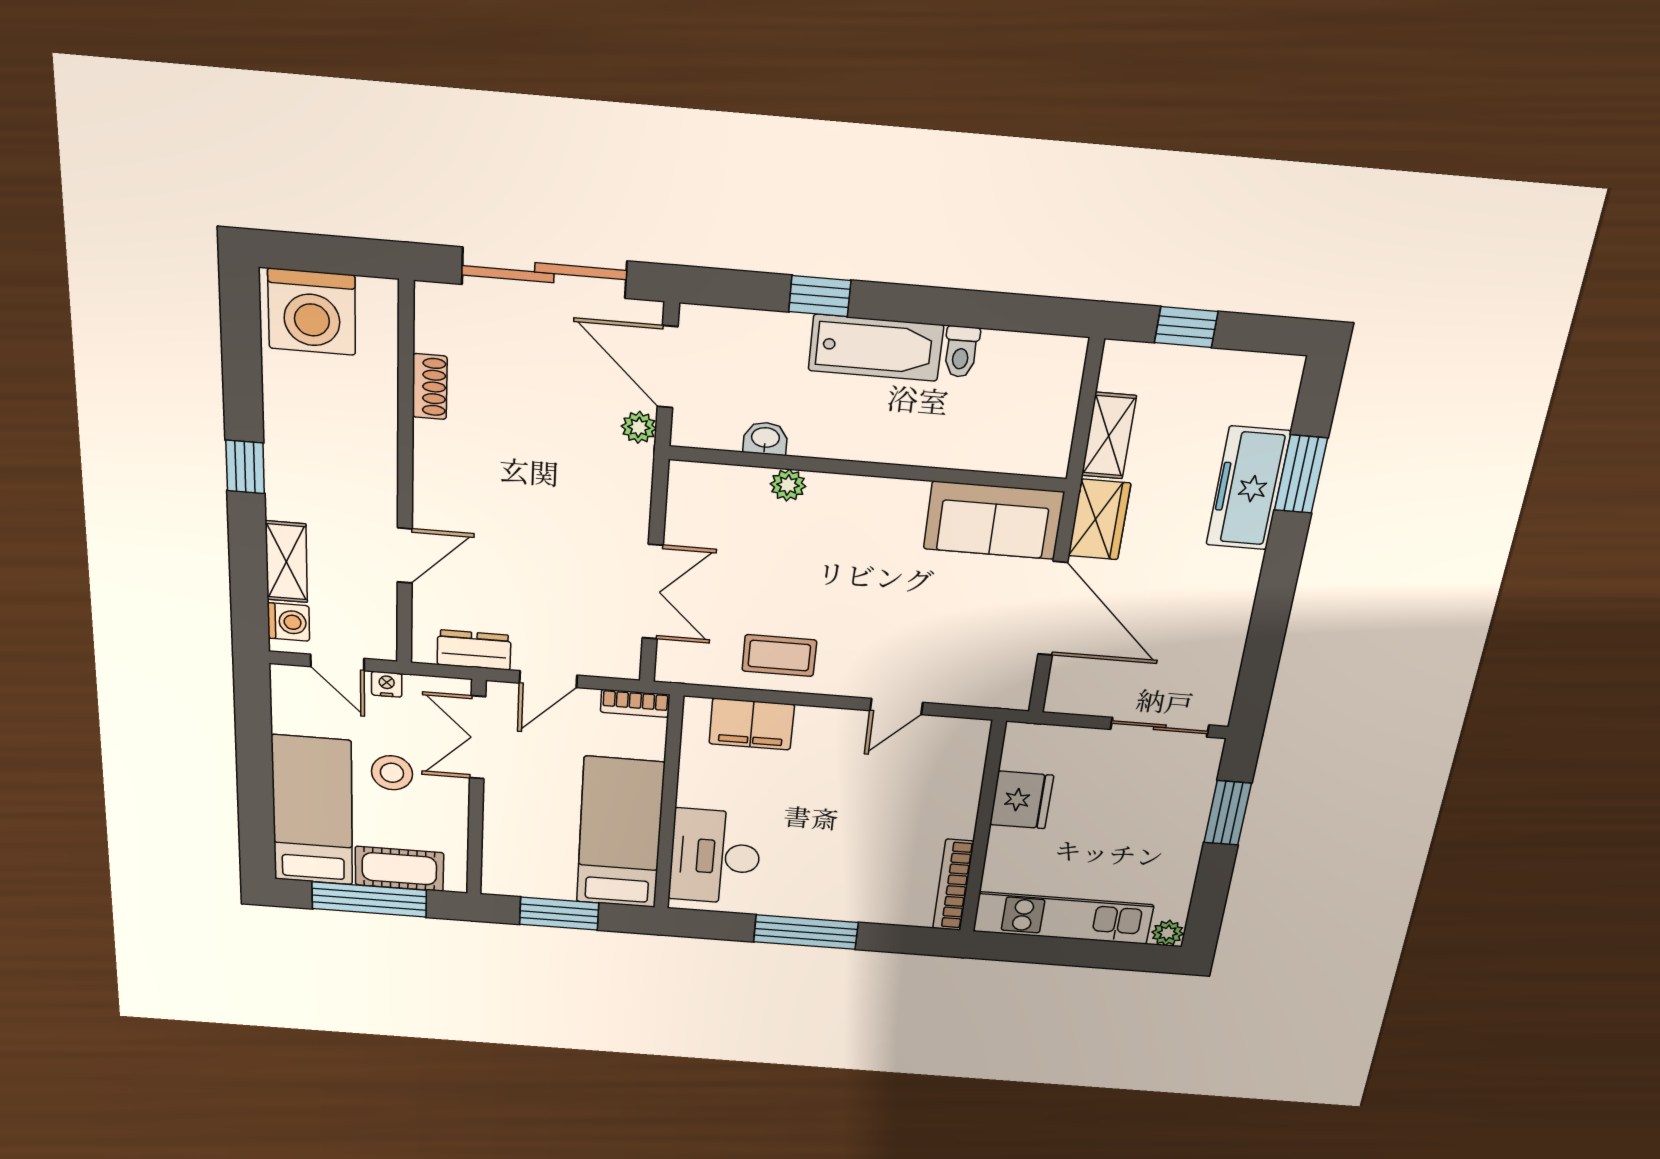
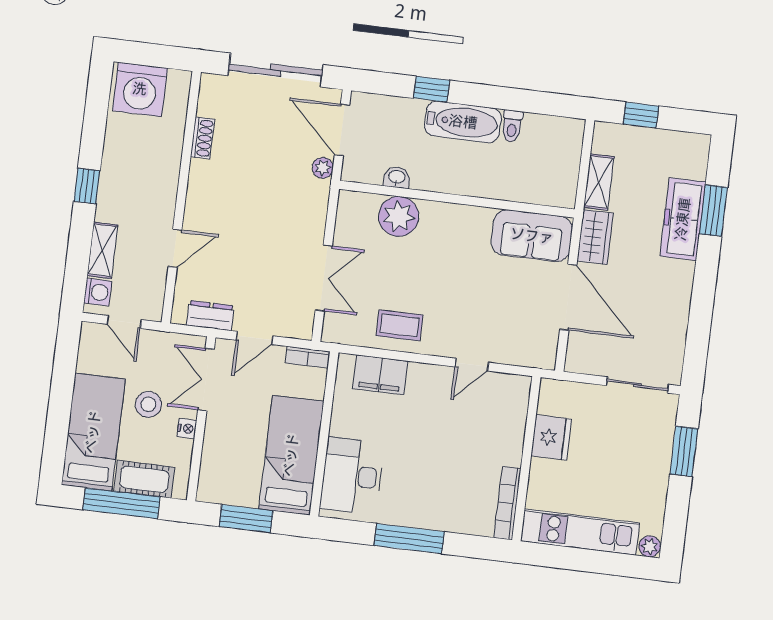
plant: (788, 485) -> (399, 216), width x1.88, depth x1.88
nightstand: (387, 684) -> (187, 429), moved, turned 90

